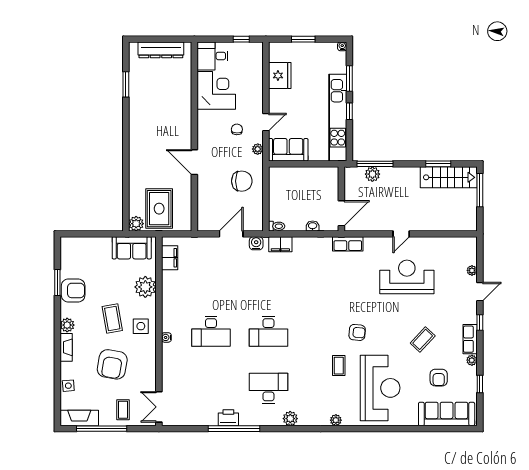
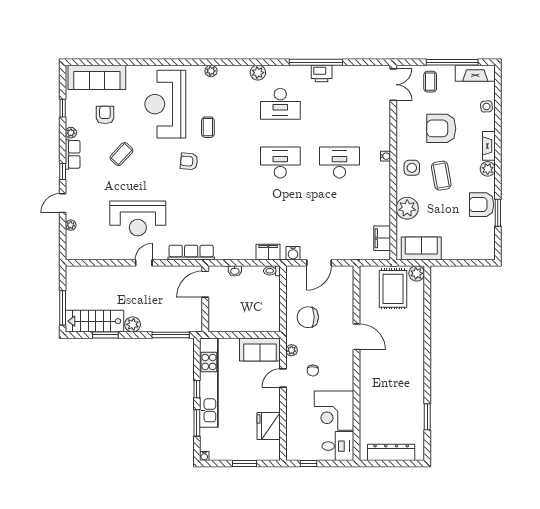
plant: (372, 174) -> (133, 324), moved
row of seats: (348, 244) -> (191, 253), width x1.48
armchair: (112, 364) -> (441, 128), turned -100

